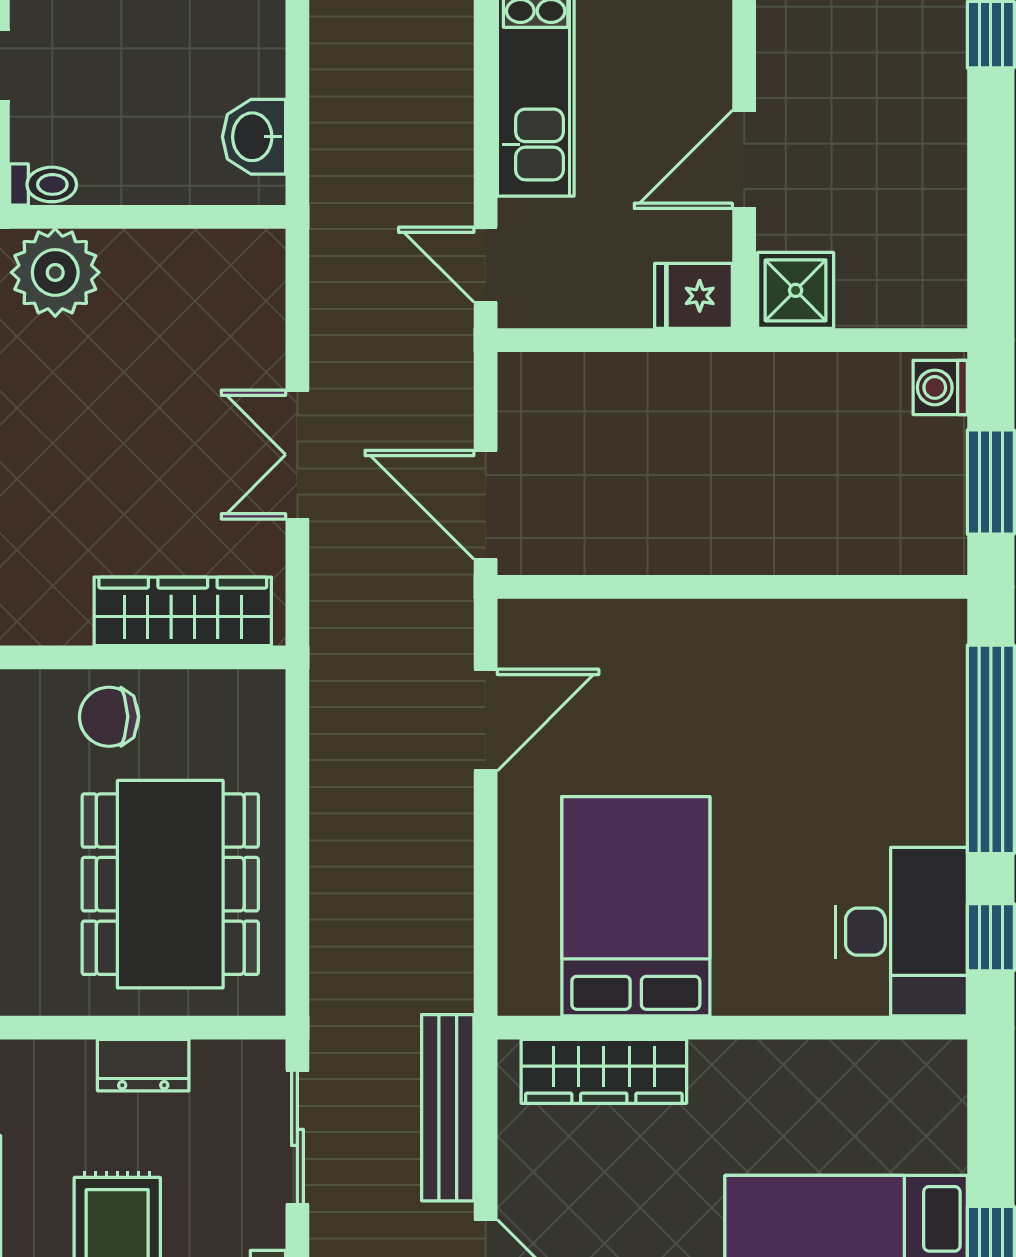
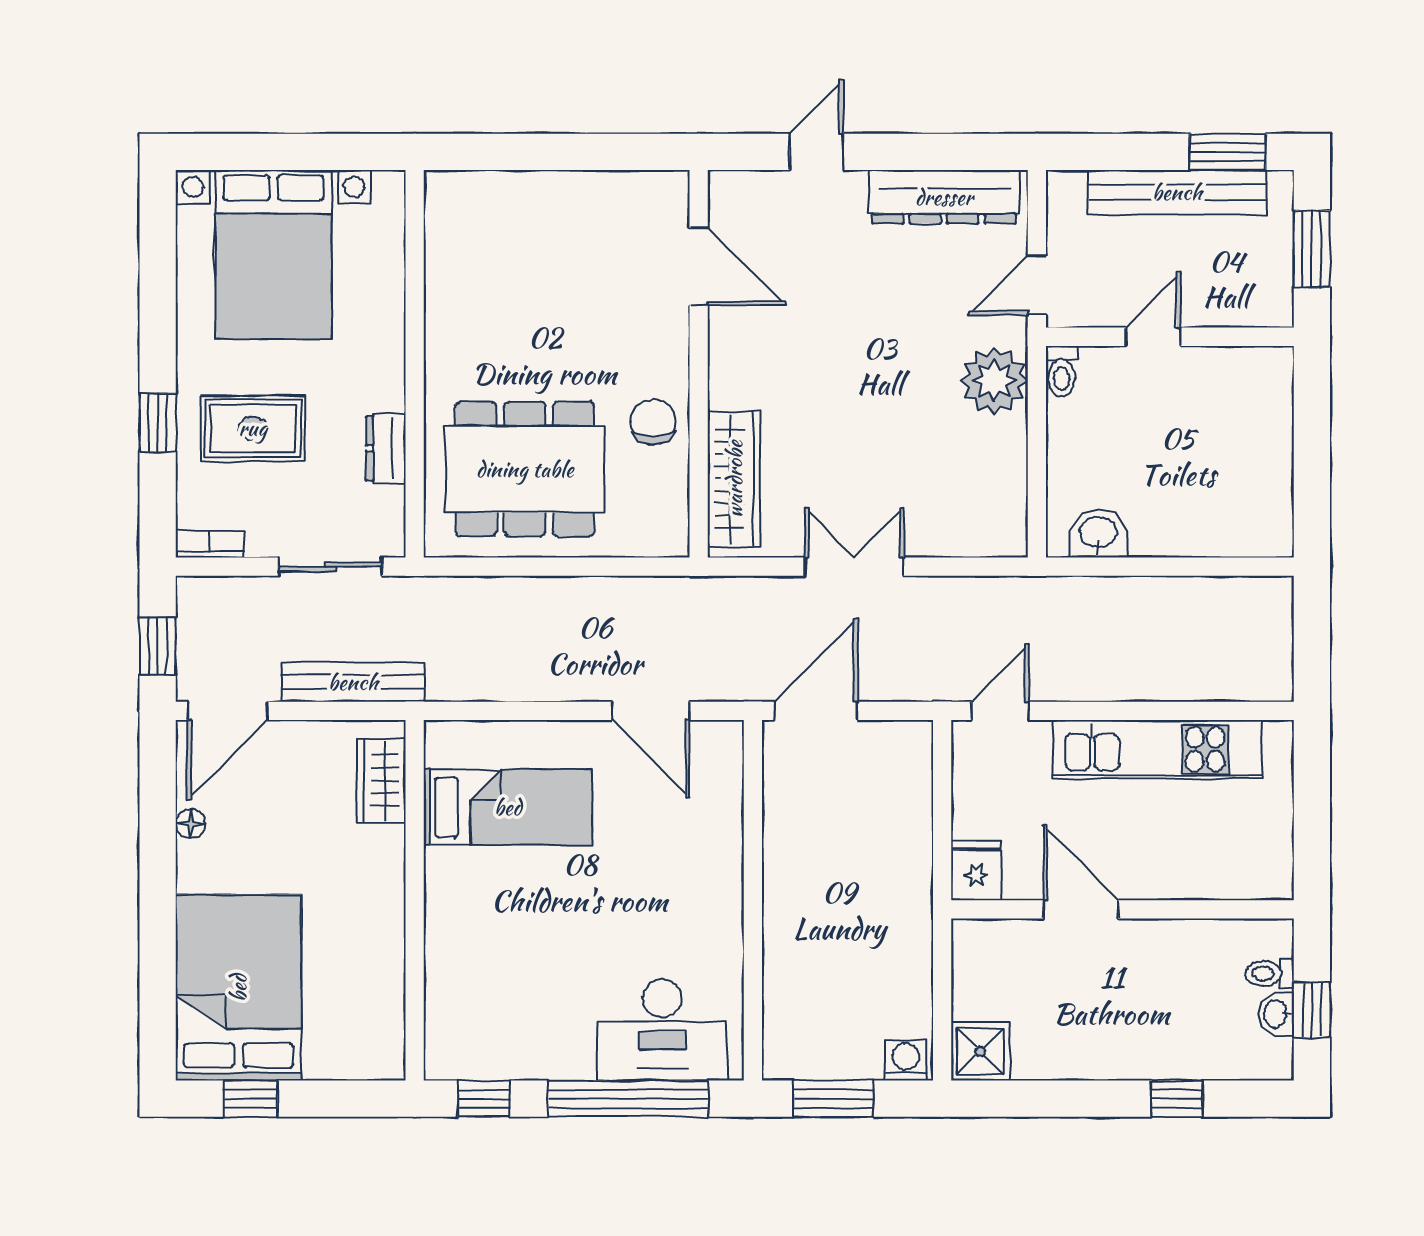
shower: (796, 290) -> (980, 1051), moved
bed: (636, 906) -> (508, 807), width x0.67
desk: (901, 932) -> (662, 1030), moved
wardrobe: (604, 1071) -> (381, 781), width x0.67

